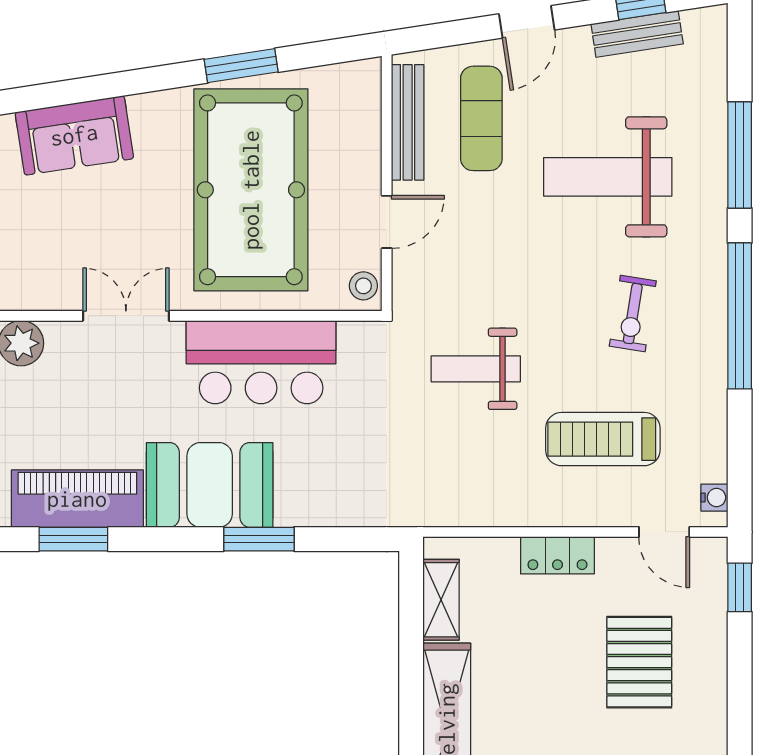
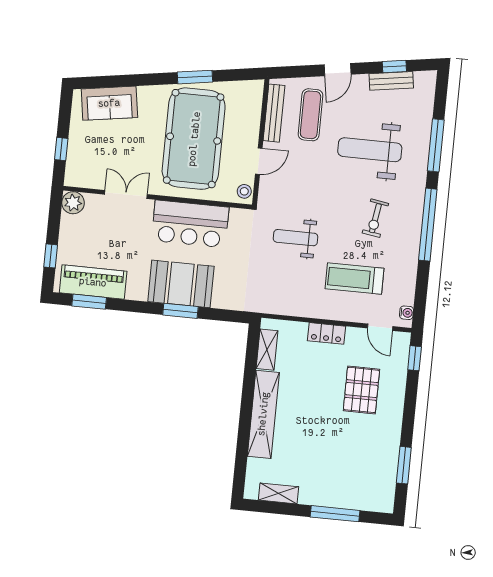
booth: (210, 485) -> (181, 284), moved

